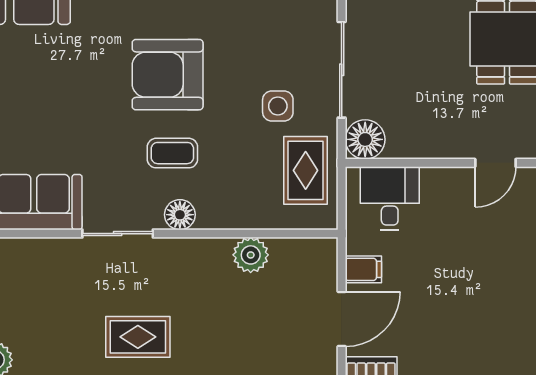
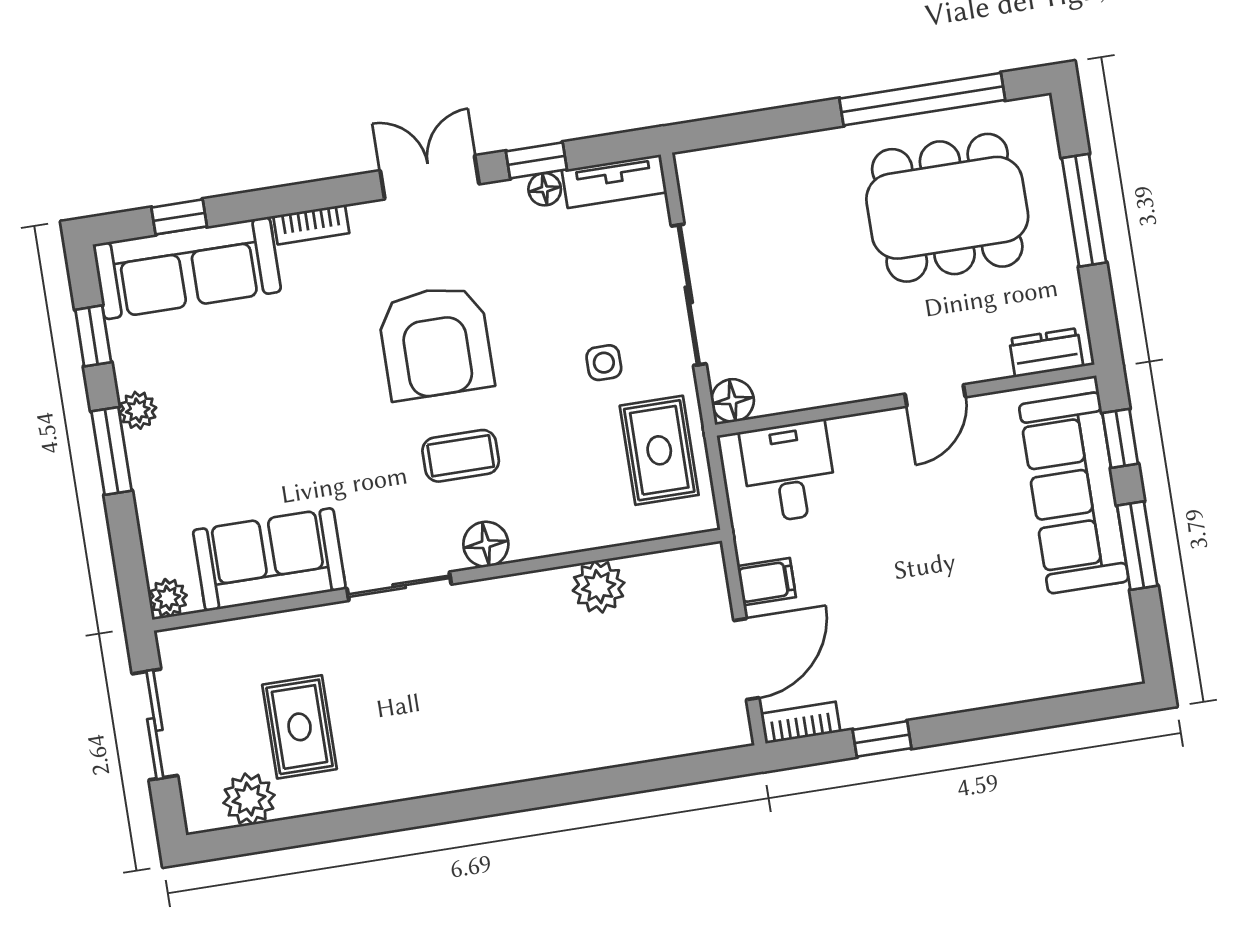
armchair: (168, 75) -> (435, 342), turned -90
side table: (278, 106) -> (604, 363), width x0.73, depth x0.73
floor lamp: (365, 139) -> (733, 400), width x0.73, depth x0.73
rug: (138, 337) -> (300, 727), moved, turned 90

